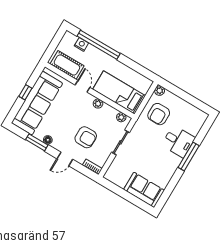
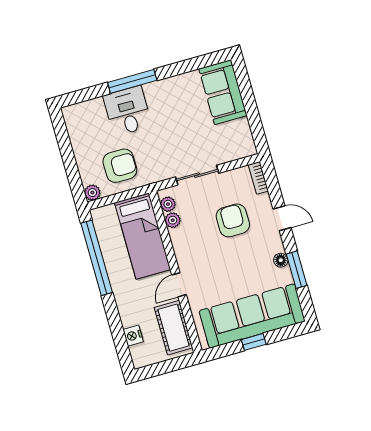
window: (99, 45) -> (97, 258), moved
plant: (98, 104) -> (173, 220), moved

